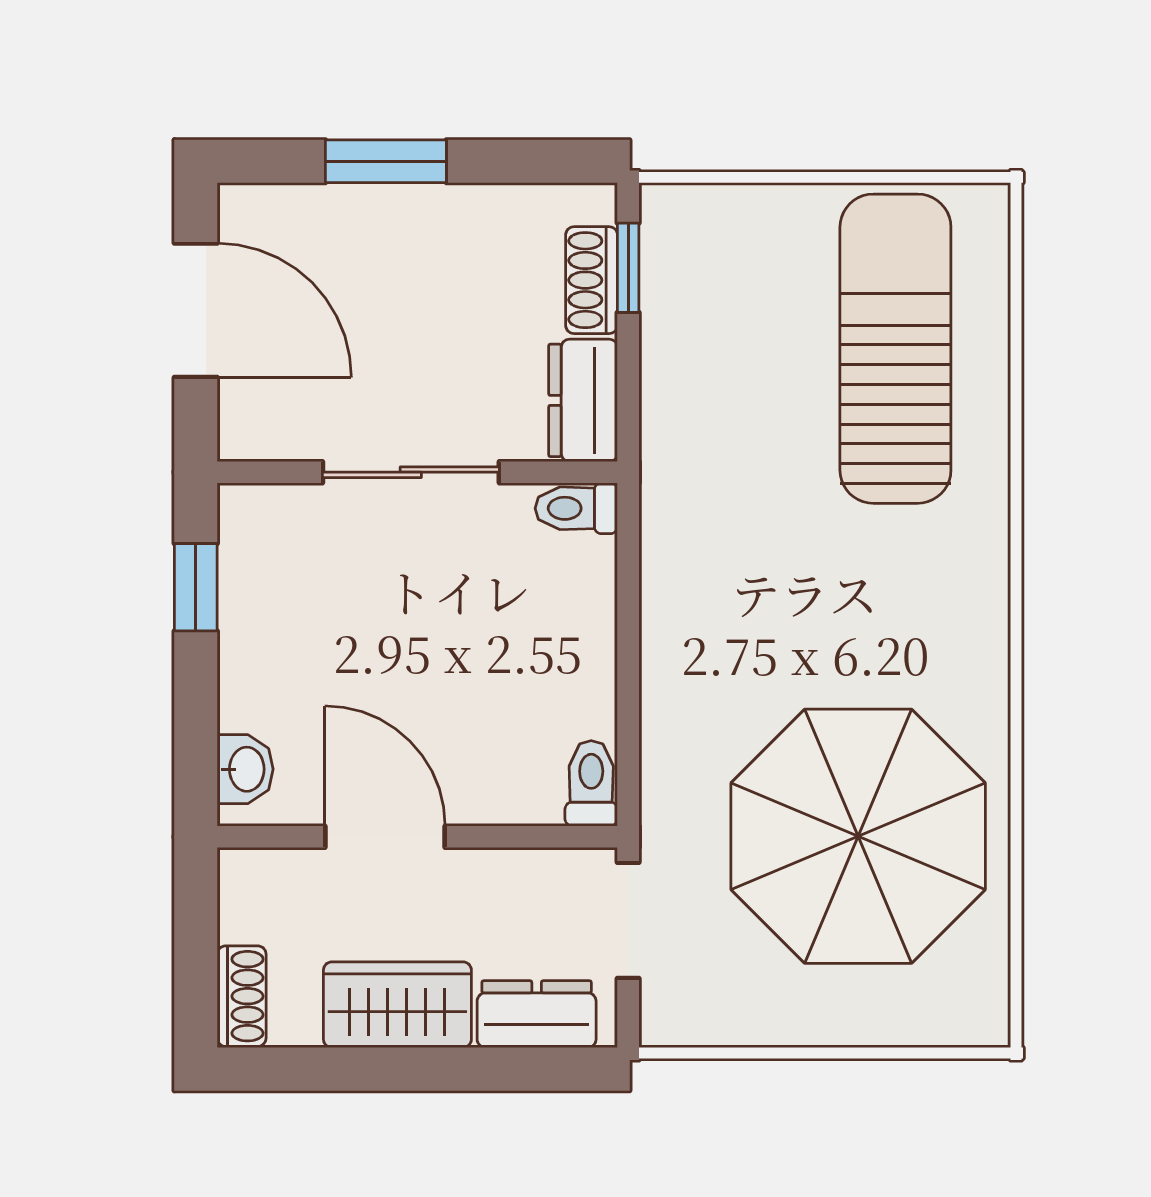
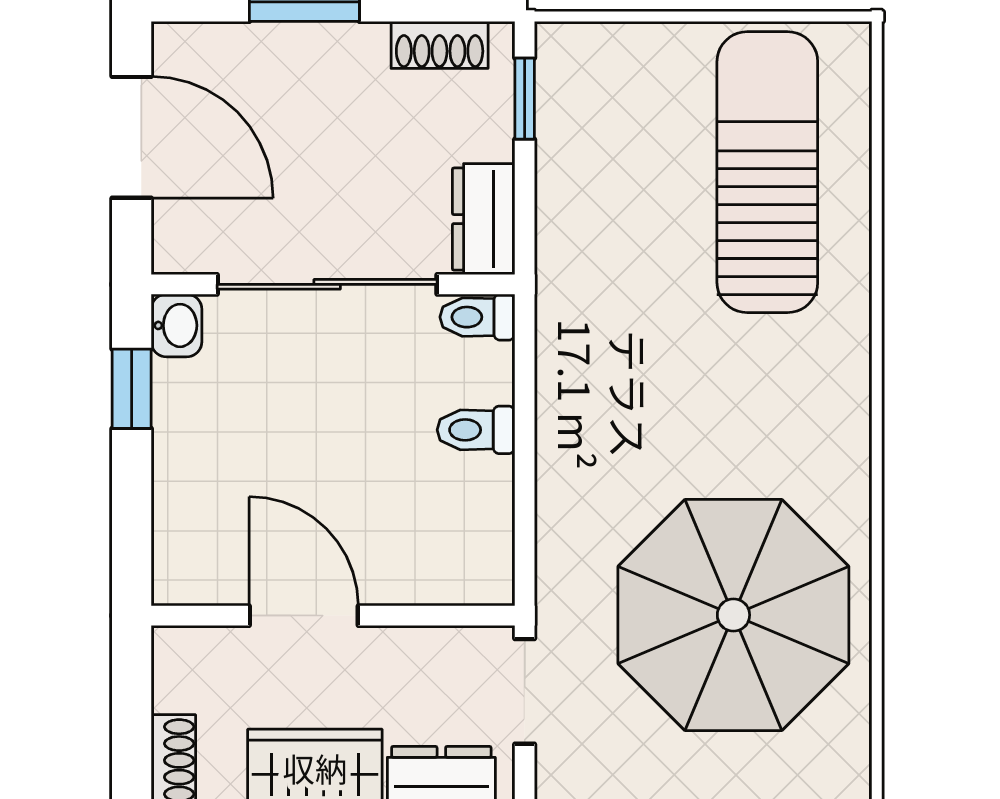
shoe rack: (592, 280) -> (440, 45), moved, turned -90
sliding door: (411, 472) -> (327, 284), width x1.37
washbasin: (245, 769) -> (177, 325), moved
toilet: (591, 783) -> (476, 430), moved, turned -90

